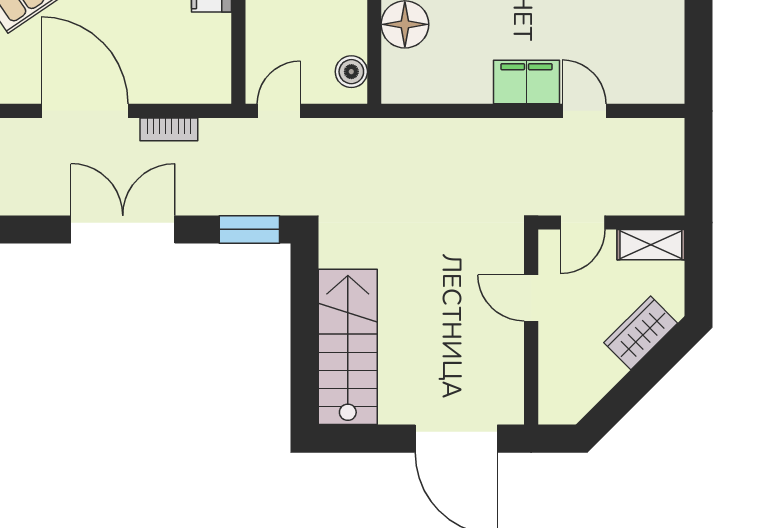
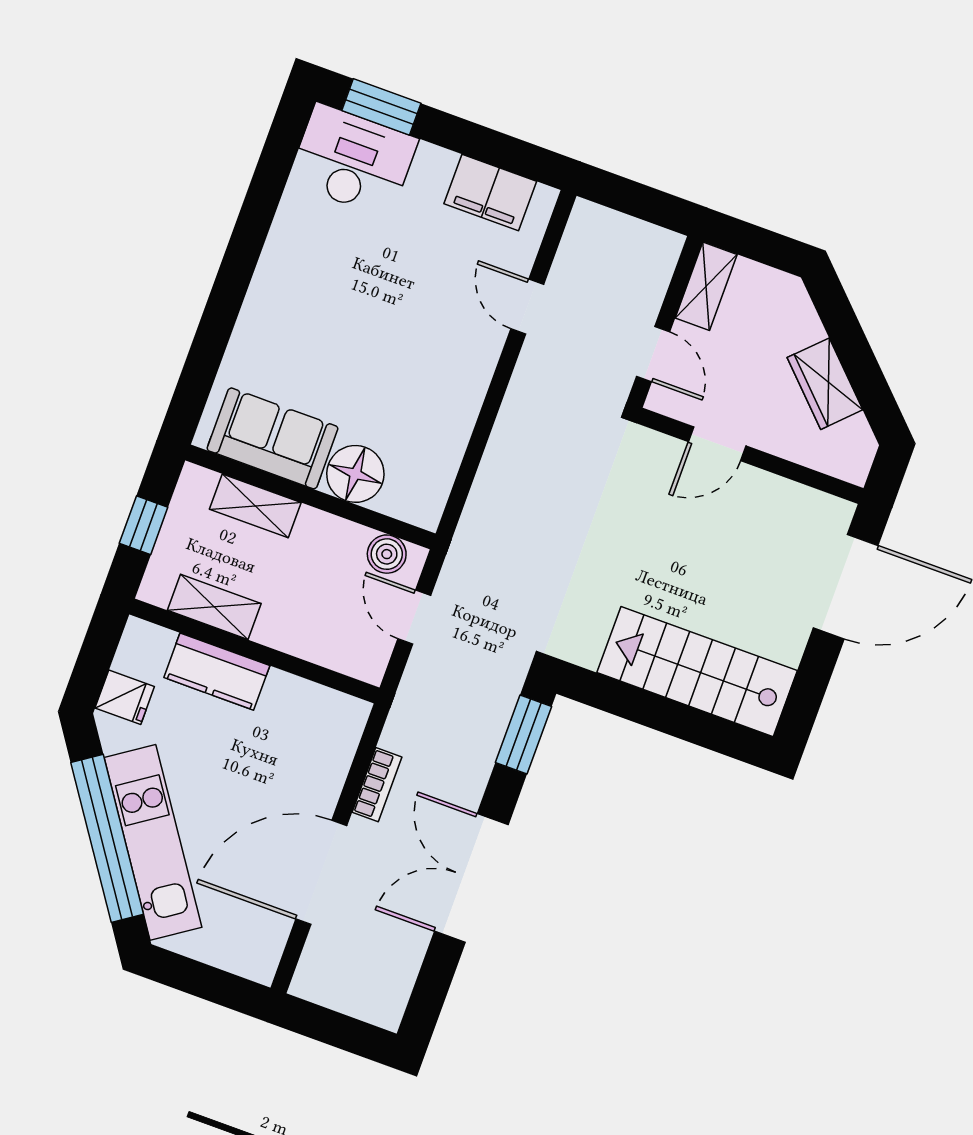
filing cabinet: (526, 82) -> (490, 193), moved, turned -90
door: (279, 111) -> (414, 617), moved
door: (584, 111) -> (527, 307), hinge flipped
wardrobe: (641, 333) -> (825, 384), moved

